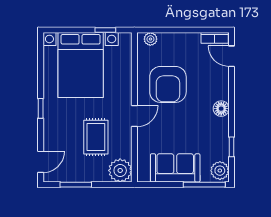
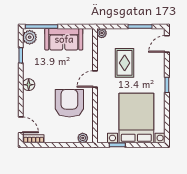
plant: (120, 170) -> (102, 33), width x0.53, depth x0.53

